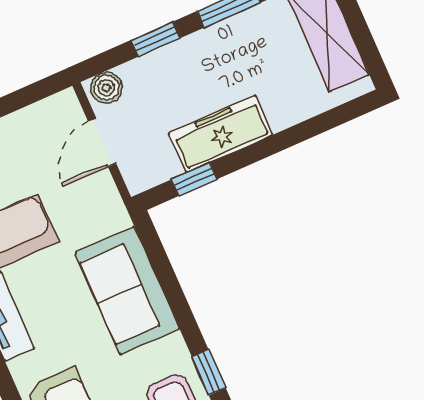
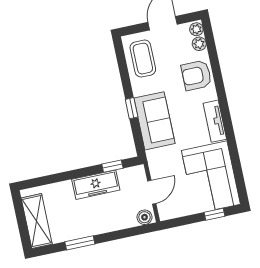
window: (156, 39) -> (117, 235), removed
window: (209, 372) -> (132, 108), moved

